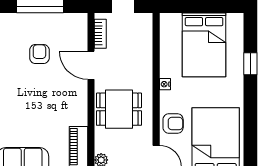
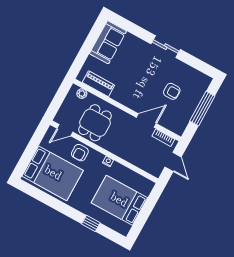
dining table: (119, 109) -> (95, 123), moved

